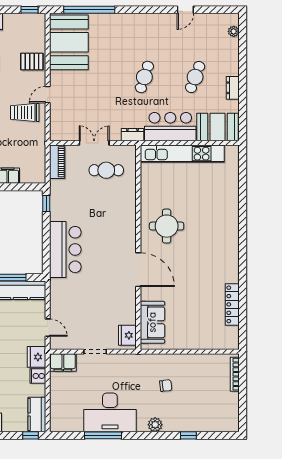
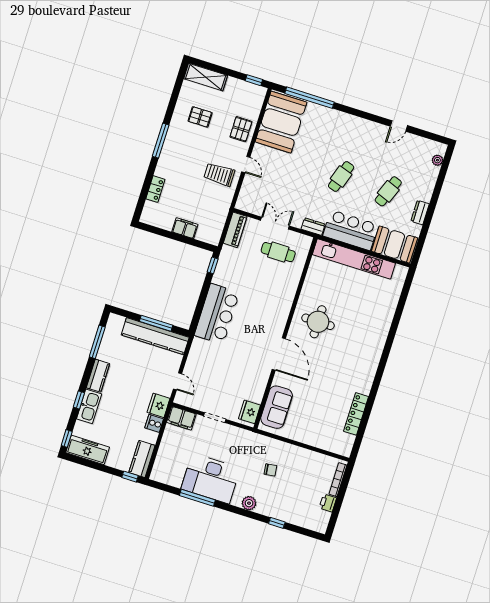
pallet: (32, 62) -> (241, 129), turned 90
door: (48, 95) -> (246, 165), swing flipped
printer: (232, 400) -> (328, 503), added

